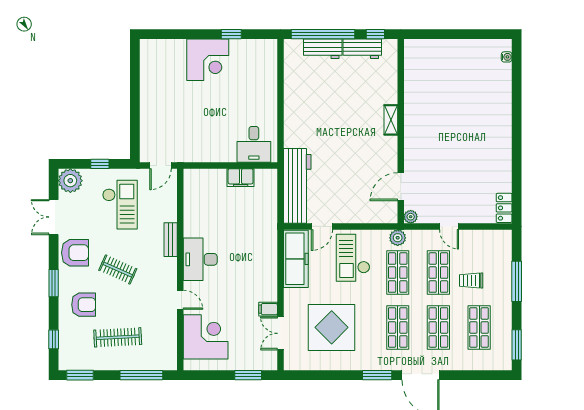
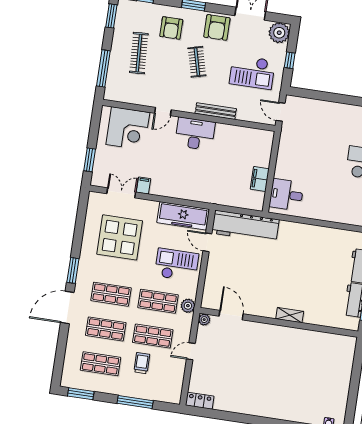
bench: (171, 240) -> (216, 111), width x1.36
clothes rail: (118, 270) -> (197, 62), turned -39

